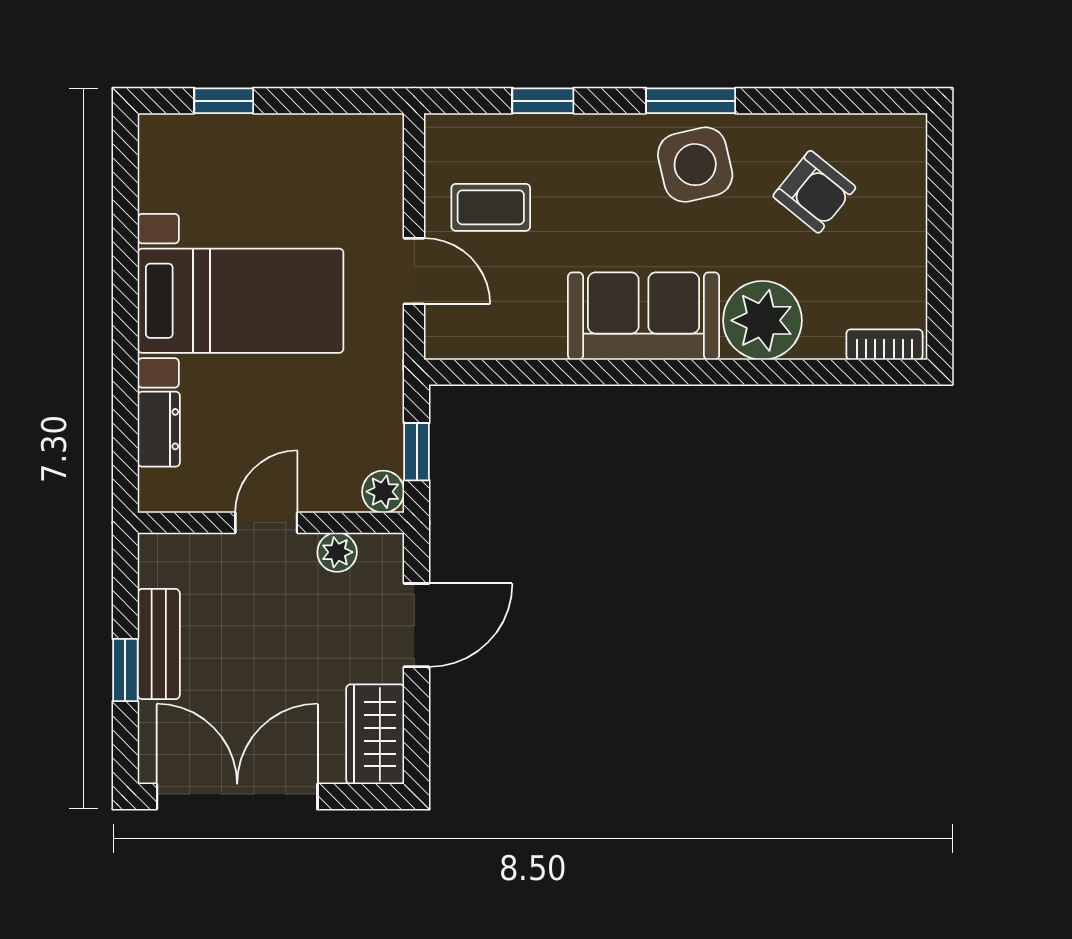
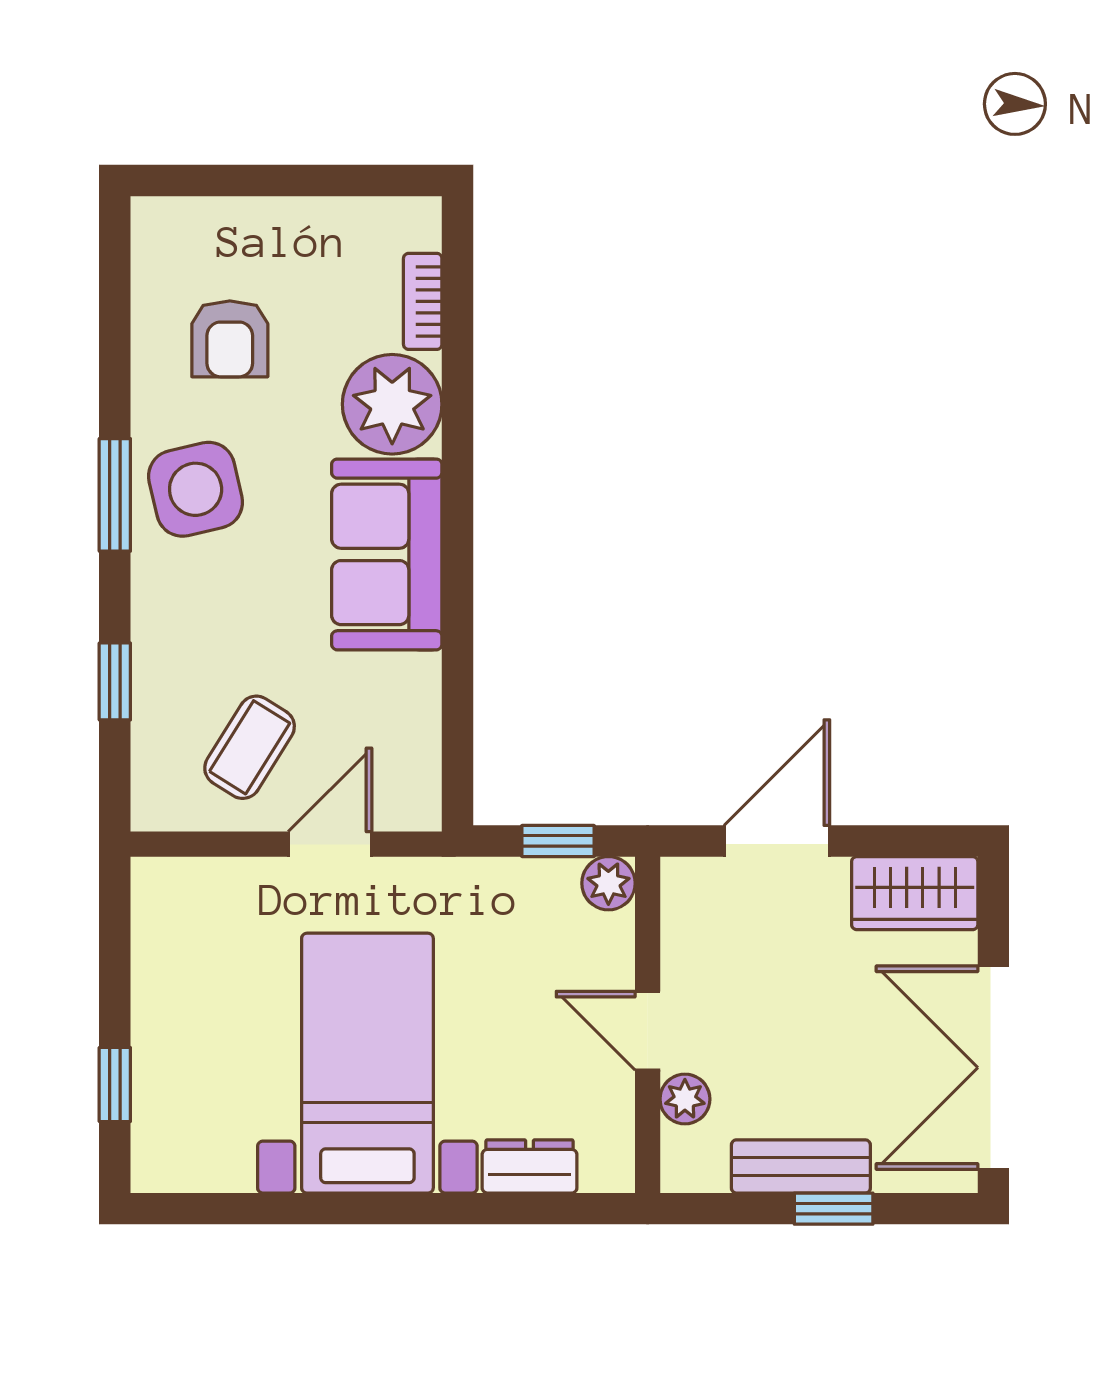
armchair: (814, 192) -> (230, 339), turned 141
coffee table: (491, 207) -> (250, 747), turned 32
bookcase: (884, 345) -> (423, 301), moved
plant: (337, 552) -> (685, 1099), moved
door: (417, 625) -> (777, 841), hinge flipped

